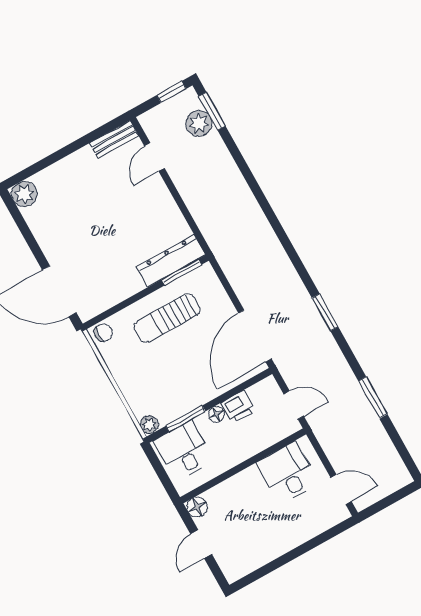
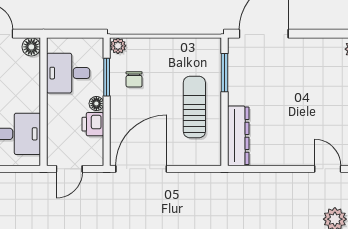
window: (182, 272) -> (225, 73), moved
chair: (103, 333) -> (134, 79), moved
door: (255, 336) -> (141, 169), hinge flipped
desk: (184, 451) -> (68, 73), moved, turned 180

